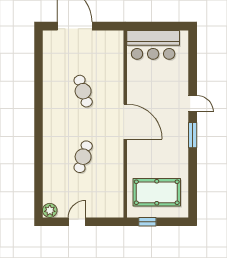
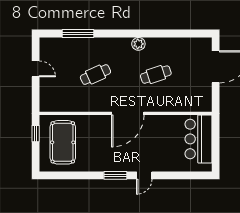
cafe table: (83, 157) -> (95, 75), turned -42
window: (38, 176) -> (78, 33), added
plant: (50, 210) -> (138, 44), moved

